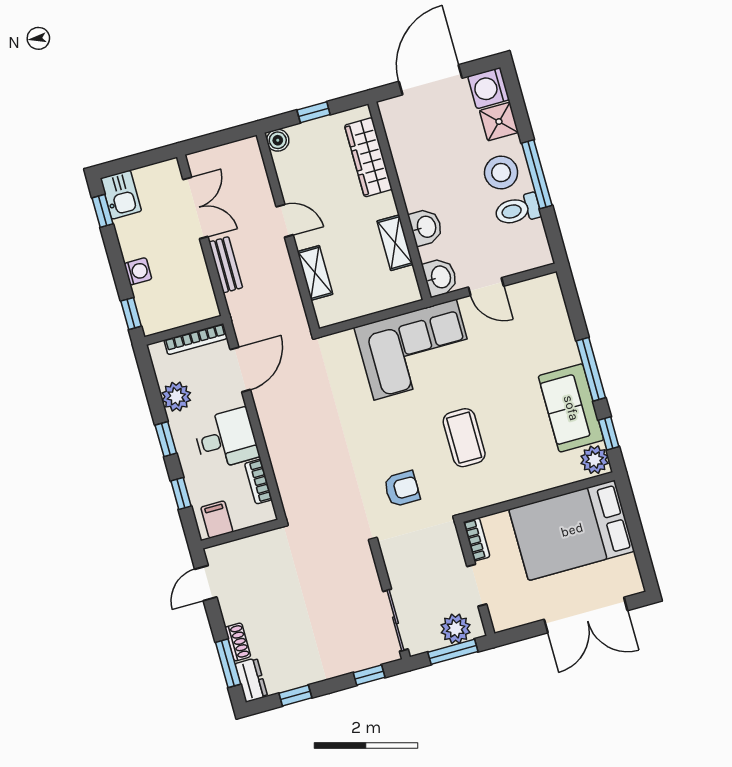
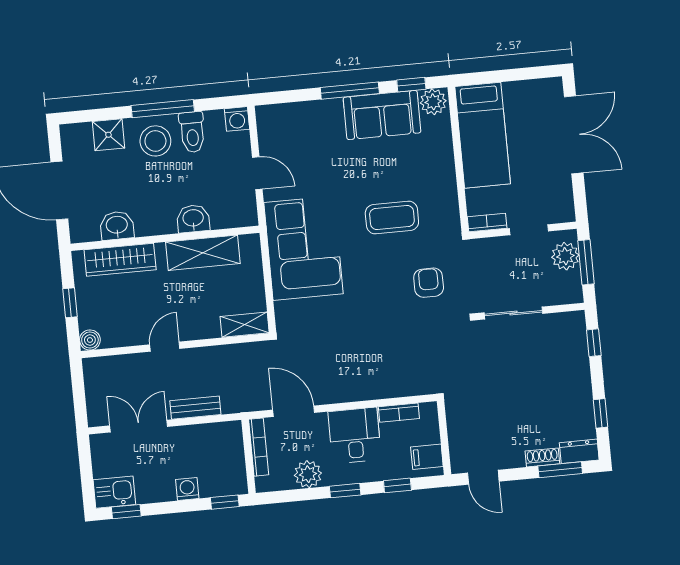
washing machine: (489, 88) -> (237, 119), moved, width x0.73, depth x0.73
shelving: (395, 243) -> (203, 253), width x1.50, depth x1.33
shelving: (315, 273) -> (245, 325), moved
washbasin: (440, 277) -> (117, 226), moved
door: (486, 287) -> (257, 173), hinge flipped
bed: (572, 530) -> (483, 135), width x0.67
sliding door: (395, 620) -> (513, 313), moved

